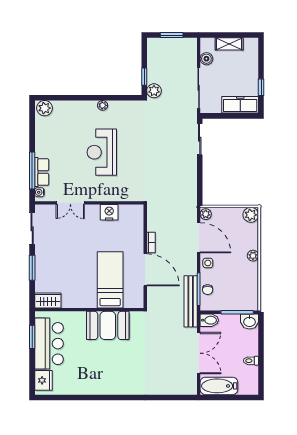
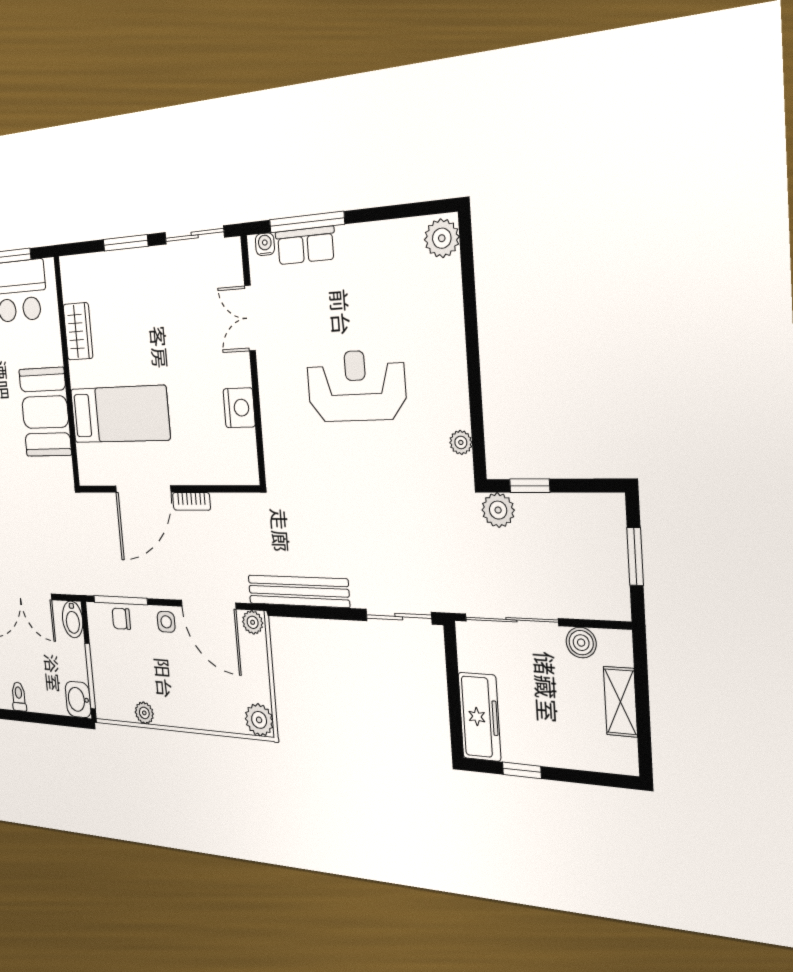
plant: (103, 105) -> (461, 442), moved
door: (199, 238) -> (208, 605), hinge flipped
plant: (253, 256) -> (144, 713), moved
wardrobe: (48, 300) -> (78, 331), moved
bench: (191, 301) -> (298, 591), moved

